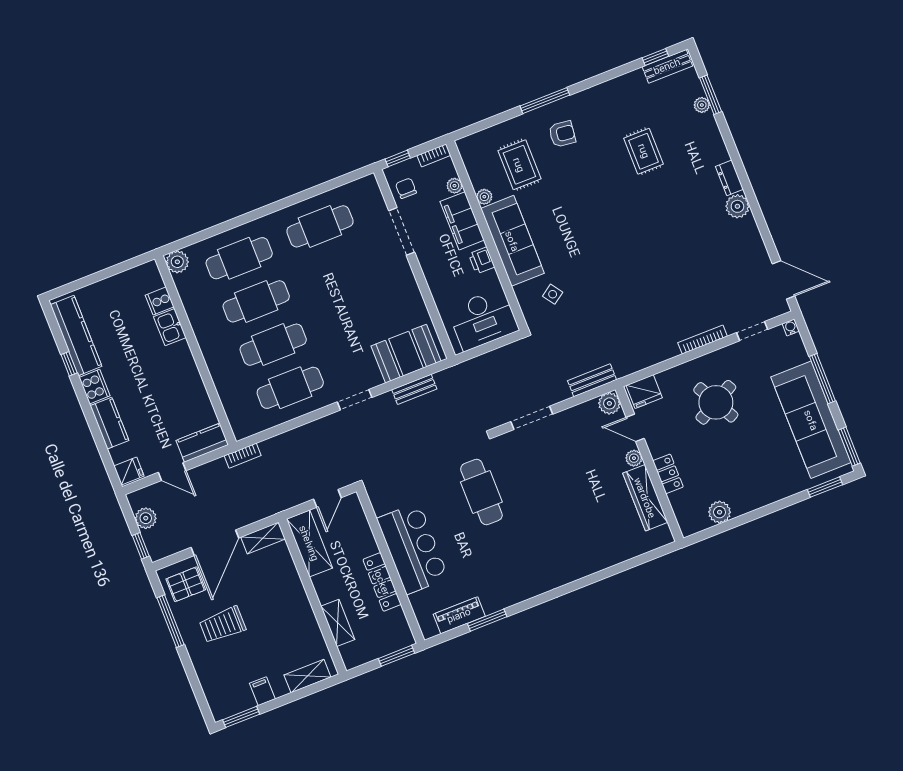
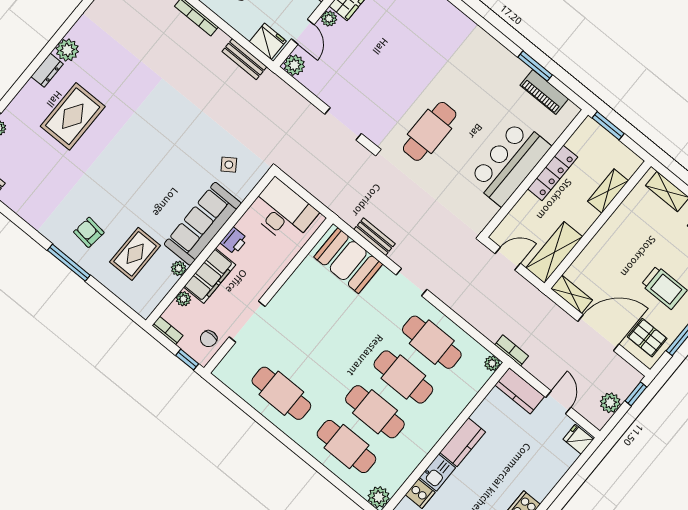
rug: (644, 151) -> (73, 116), moved, width x1.36, depth x1.43
bench: (592, 380) -> (244, 59), moved
kitchen counter: (109, 423) -> (463, 442), moved, turned 180
plant: (241, 432) -> (492, 363), added

